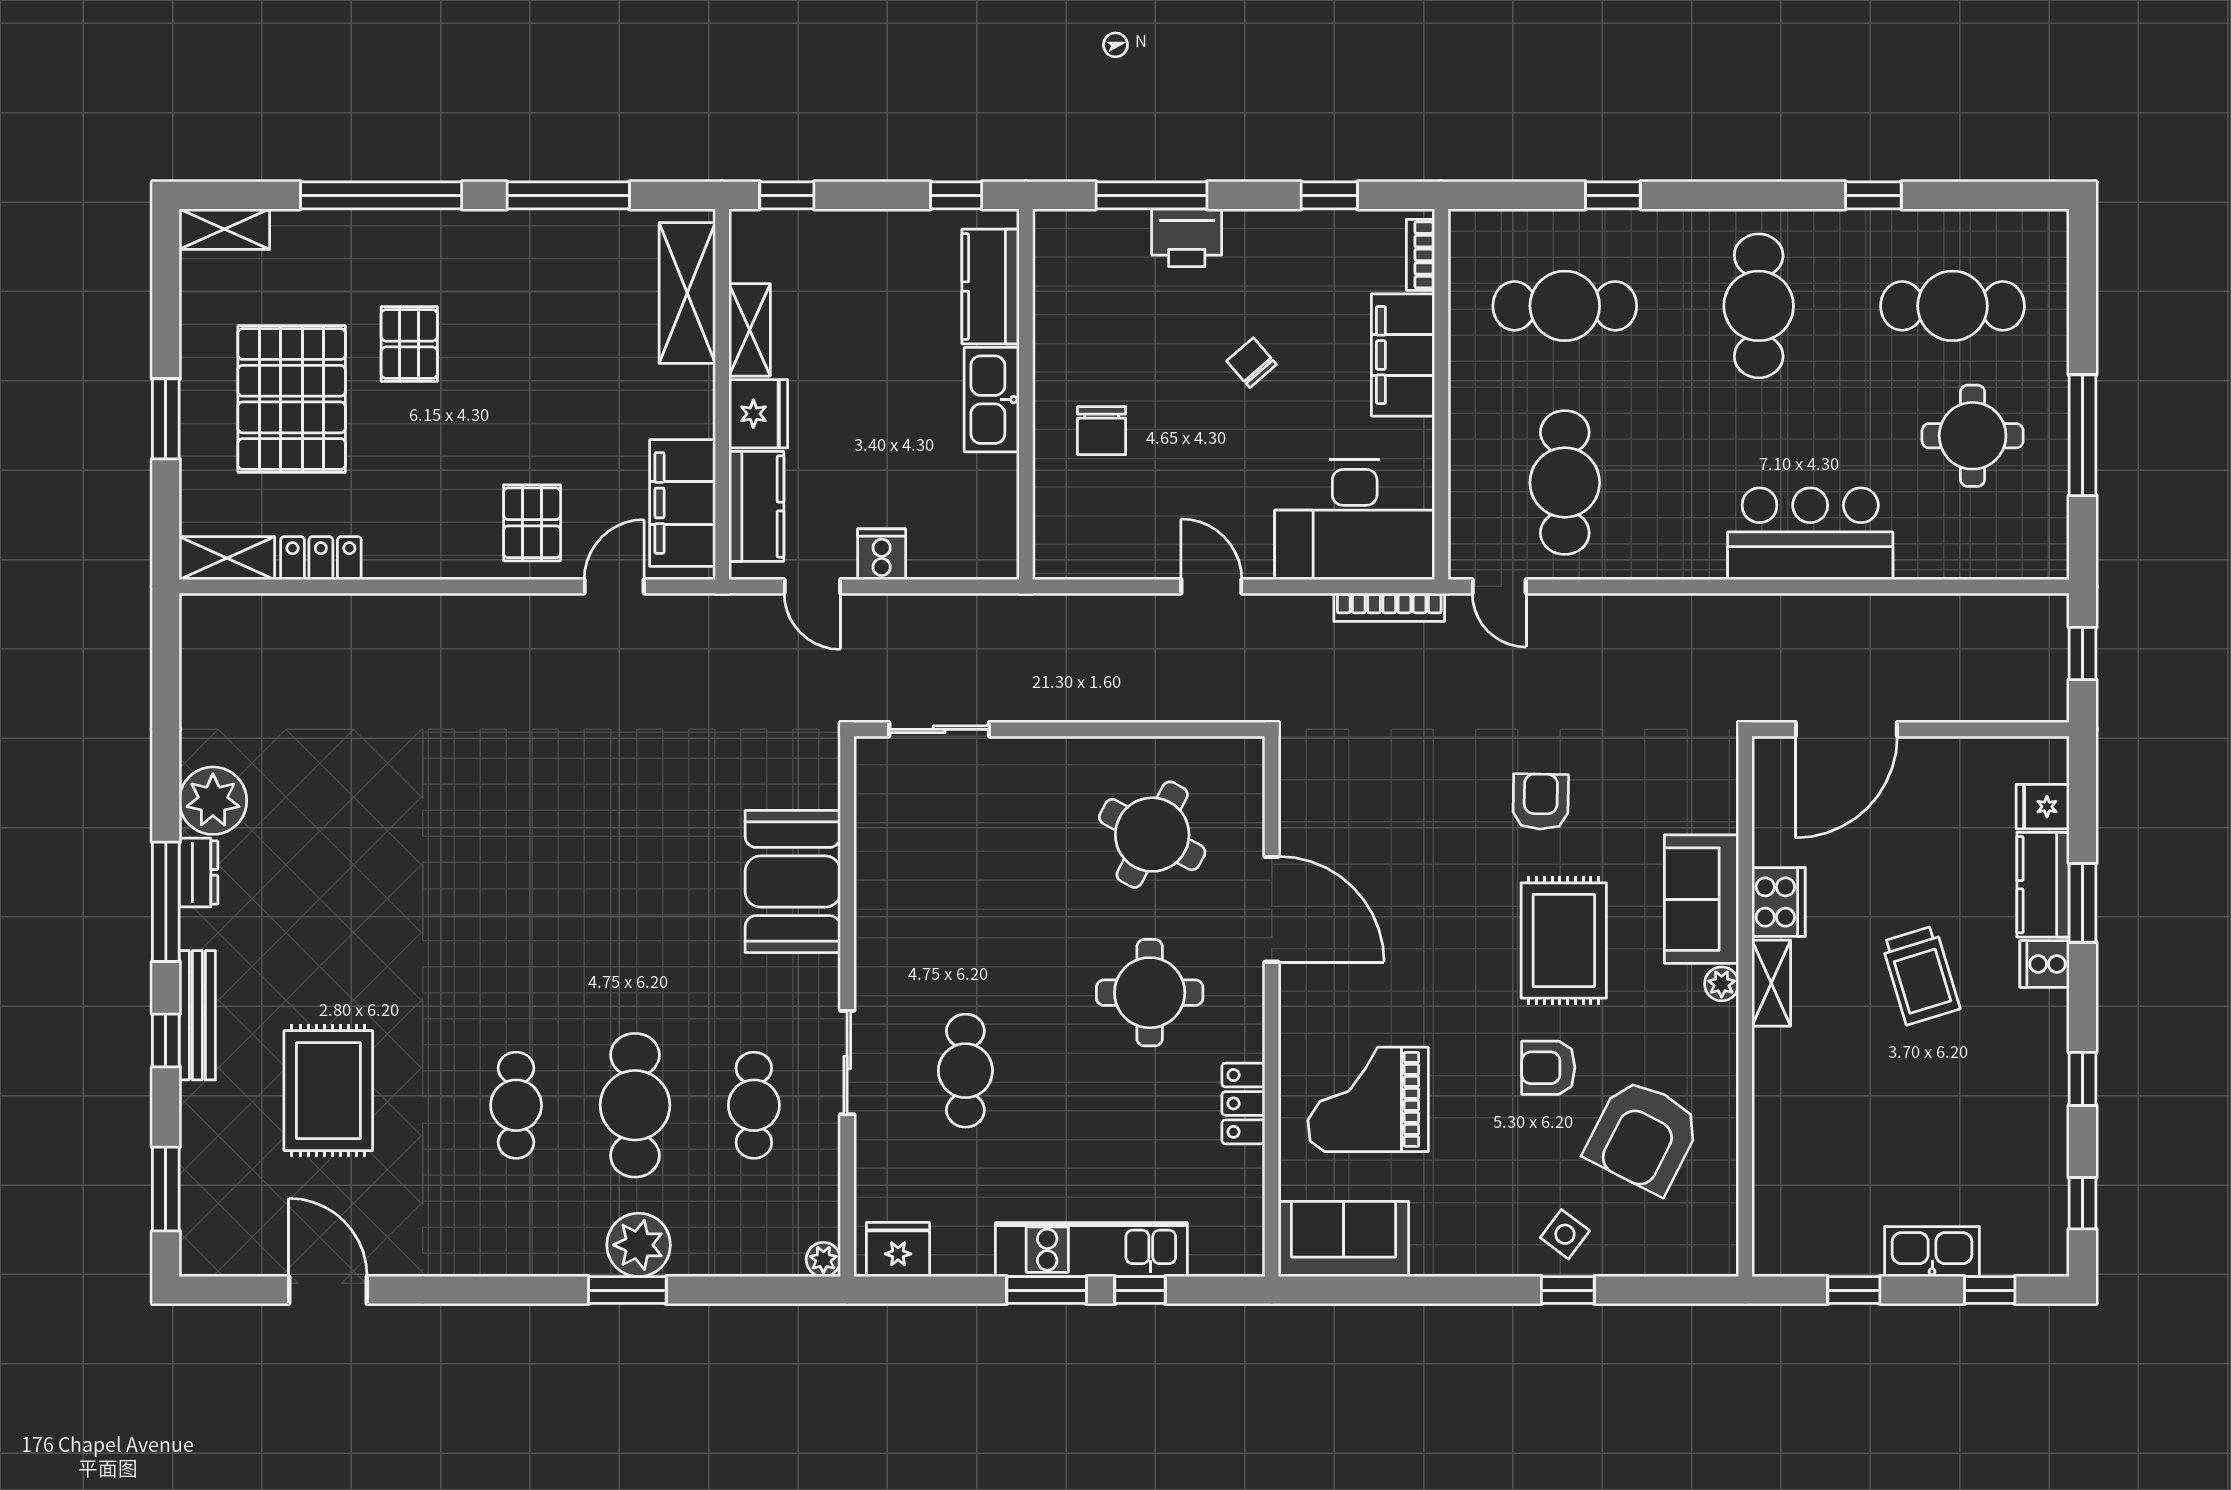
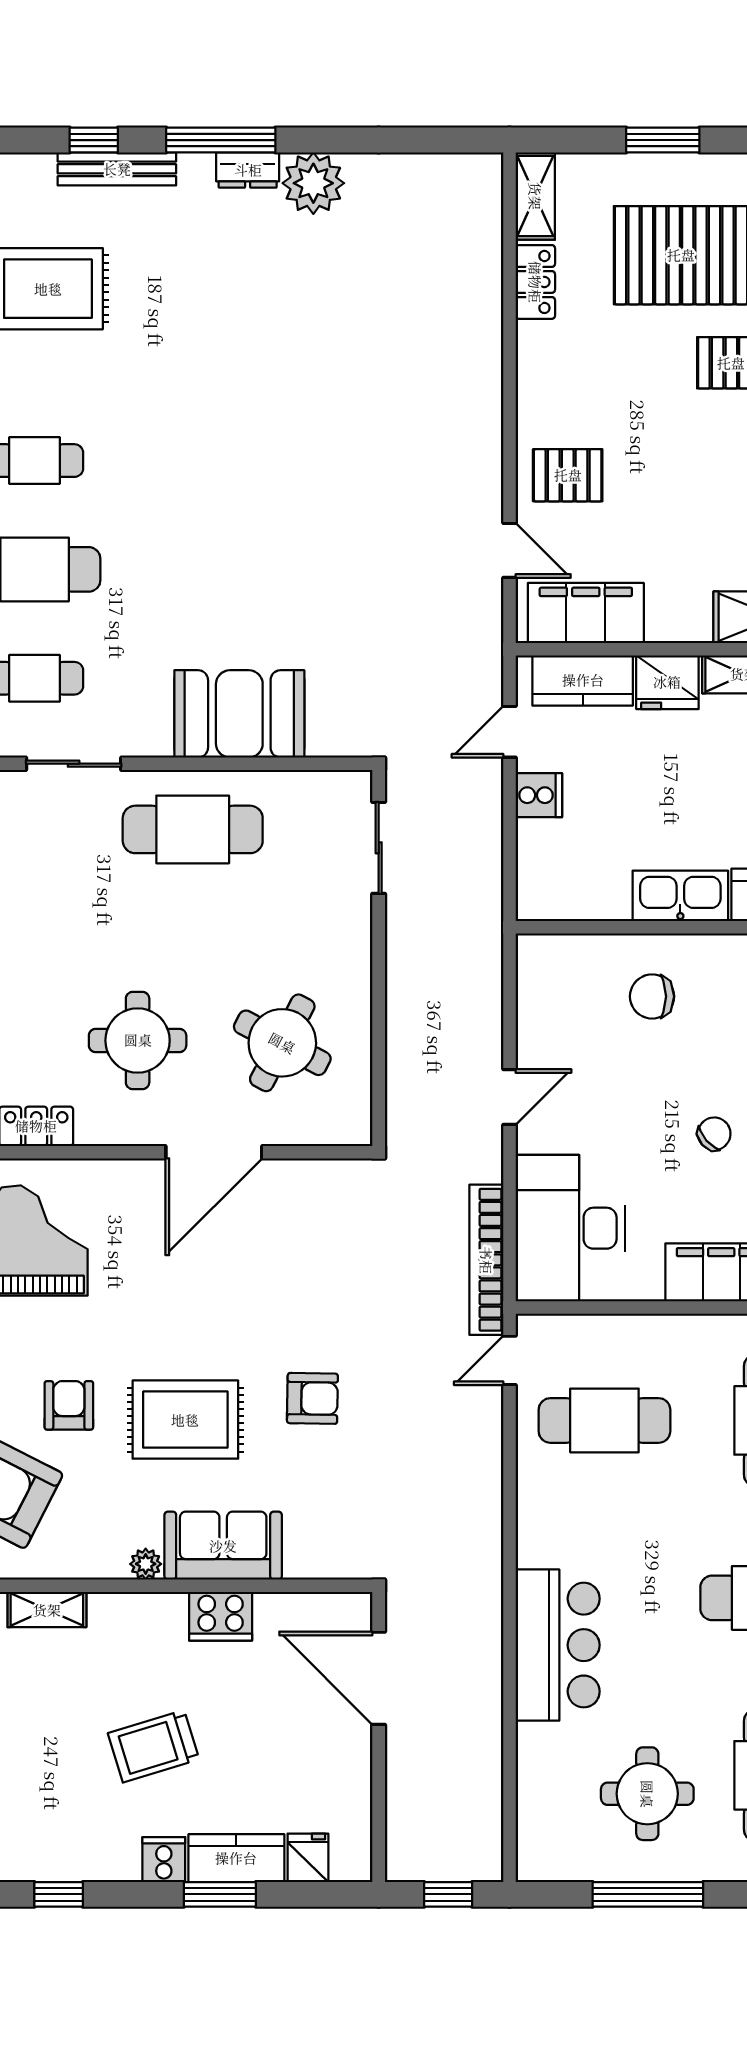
bookcase: (1389, 607) -> (486, 1260), width x1.48, depth x1.31
shelving: (1771, 983) -> (47, 1610), moved
cafe table: (965, 1071) -> (193, 829), moved, width x1.37, depth x1.35

